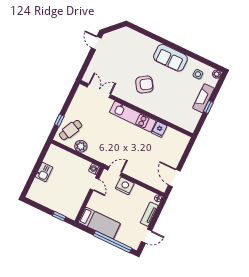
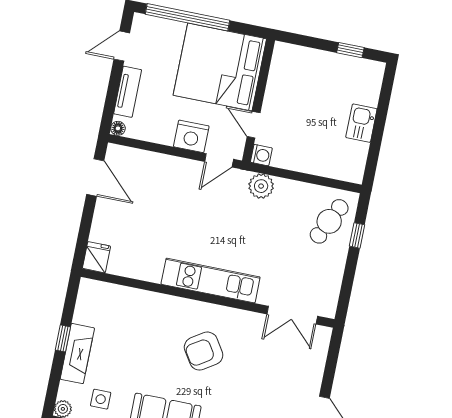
fridge: (159, 129) -> (96, 257), moved
plant: (81, 146) -> (261, 186), moved
window: (59, 216) -> (350, 50), moved
bed: (99, 223) -> (220, 67), width x2.04

